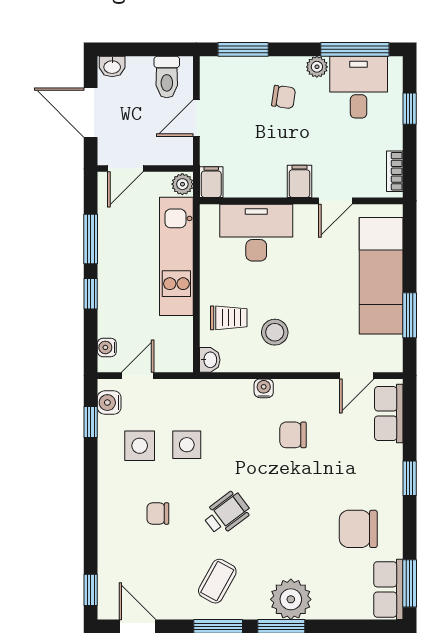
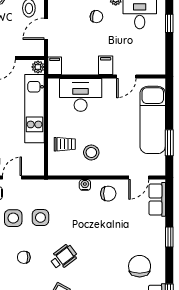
bookcase: (395, 171) -> (161, 59), removed
washbasin: (210, 360) -> (54, 168), removed
chair: (293, 435) -> (108, 194), moved, turned 180
chair: (358, 529) -> (140, 266), turned 90

